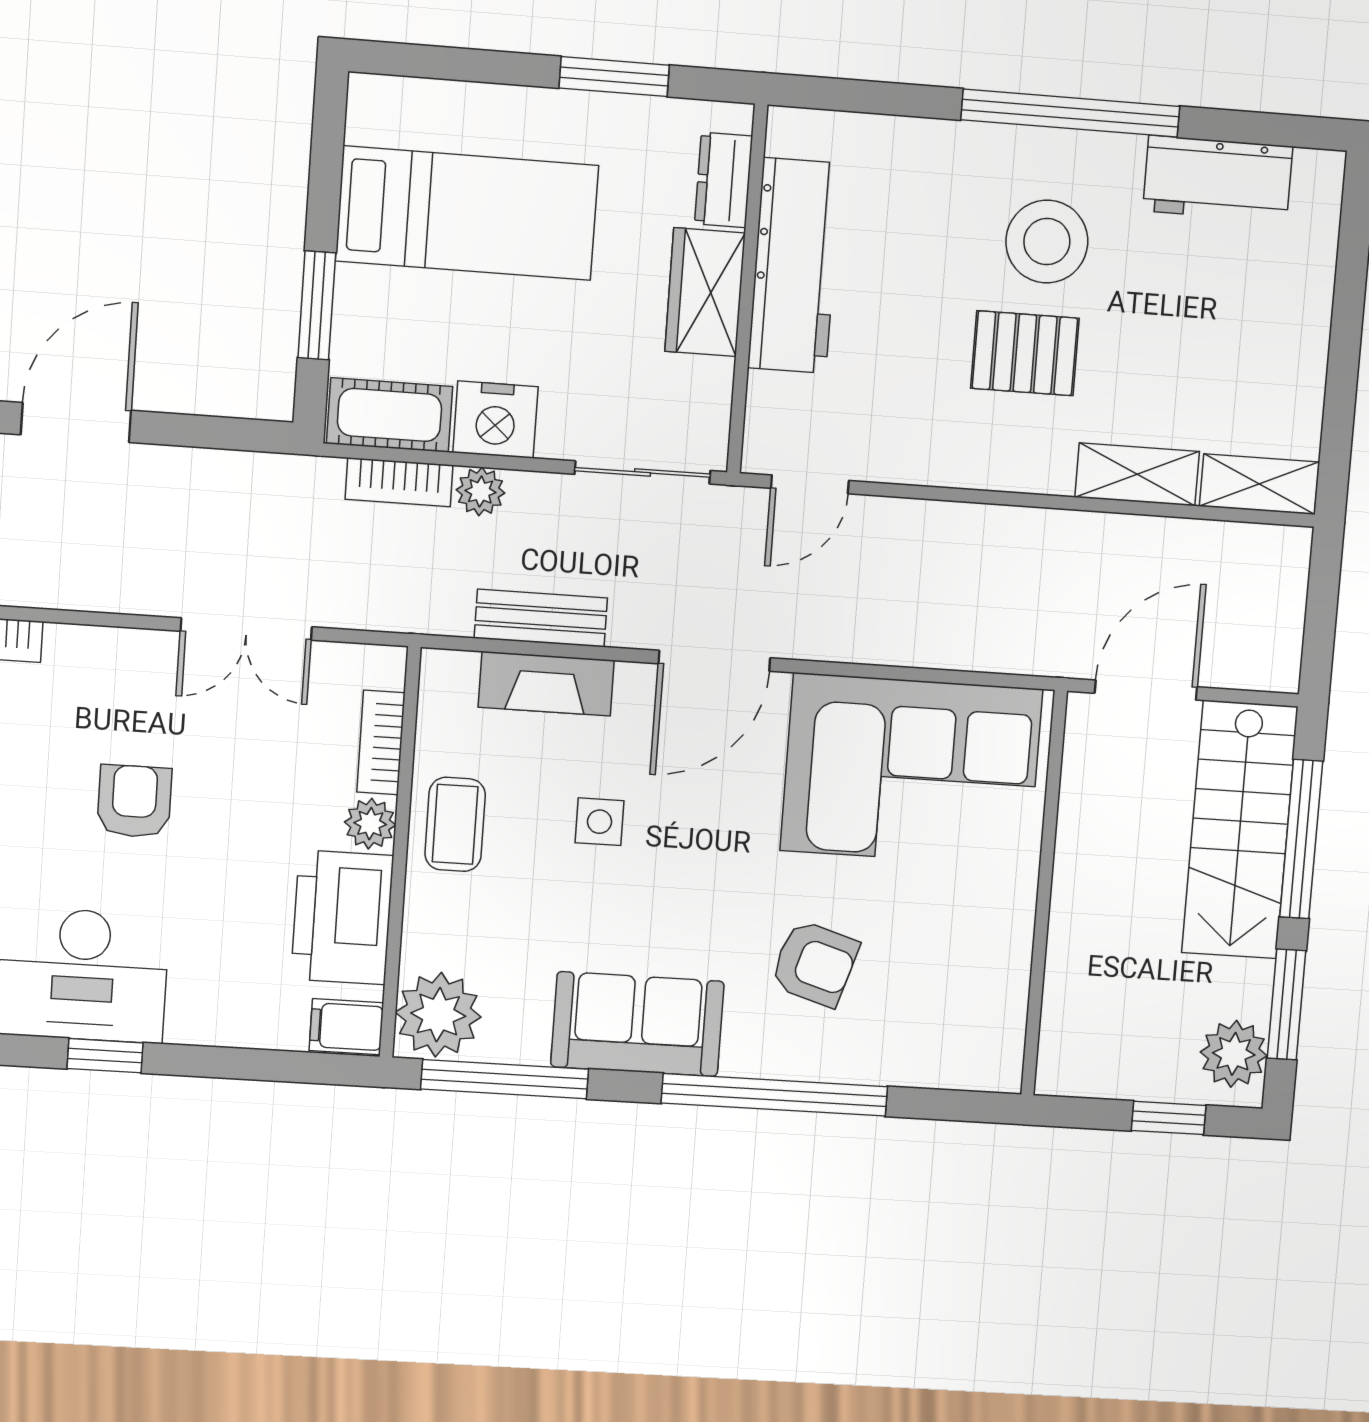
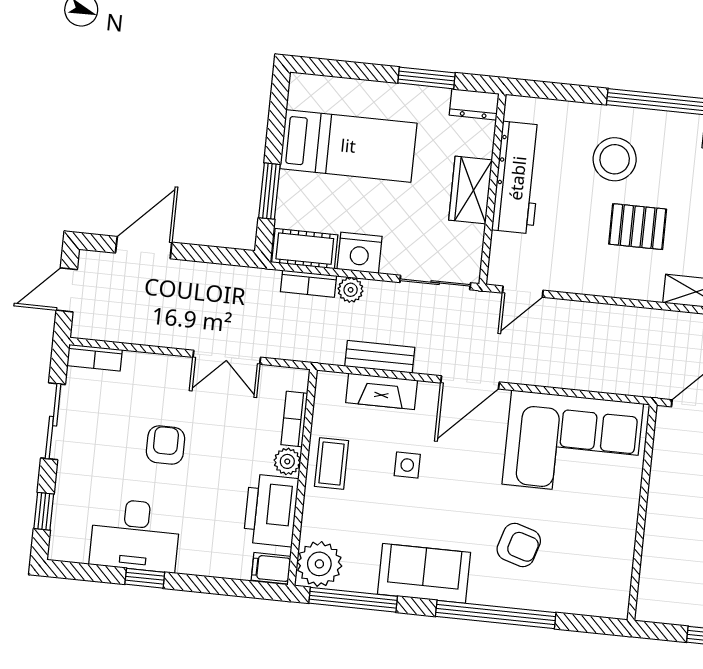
dresser: (724, 180) -> (474, 104), moved, turned -90
stool: (1047, 242) -> (615, 159), moved

